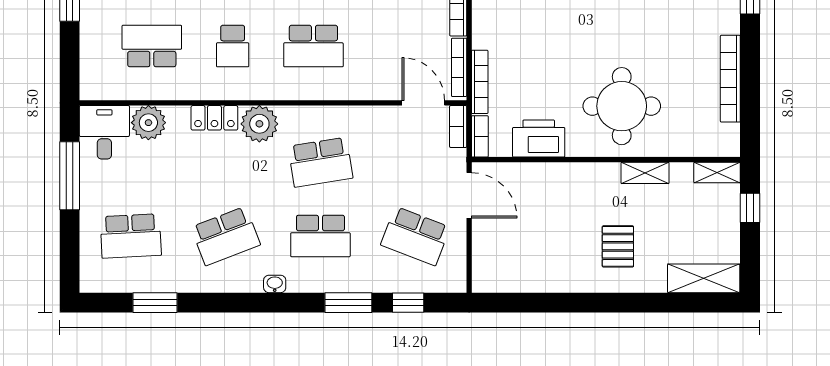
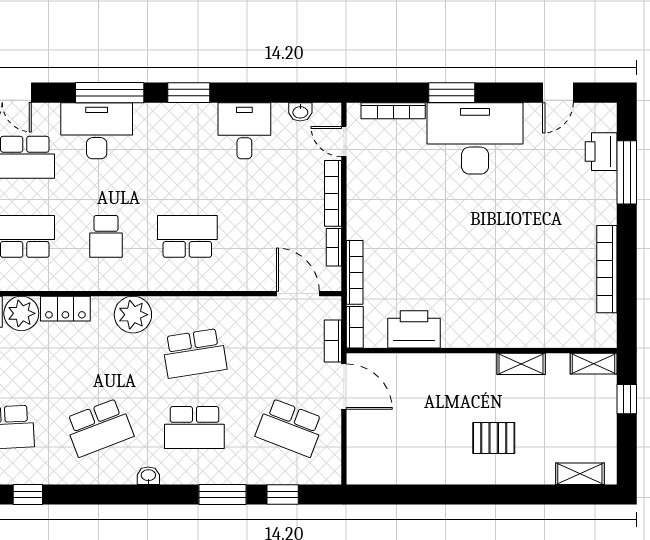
school desk: (313, 46) -> (187, 236), turned 180
bookcase: (459, 67) -> (334, 247), width x0.64
round table: (622, 106) -> (498, 297), removed
locker: (214, 118) -> (65, 309), moved
bookcase: (458, 126) -> (333, 341), moved
pallet: (618, 246) -> (494, 438), turned 90
shelving: (704, 278) -> (580, 474), width x0.67, depth x0.75
window: (155, 303) -> (28, 495), width x0.67

